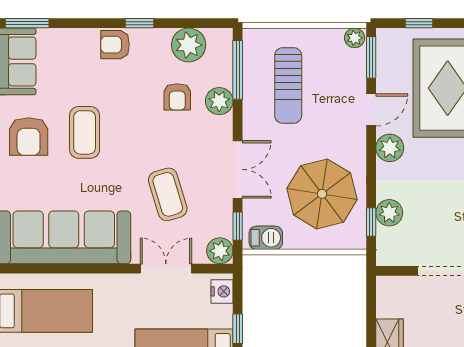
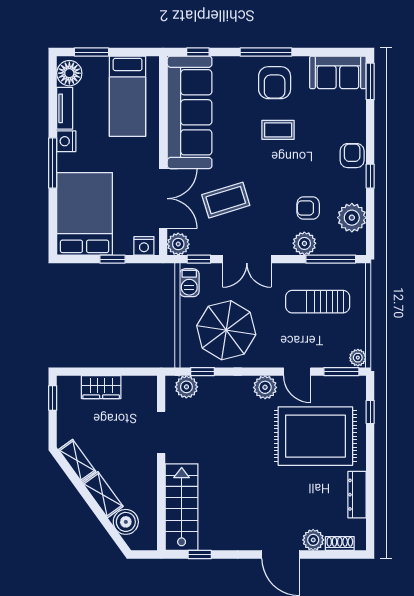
coffee table: (85, 132) -> (278, 130), width x0.73, depth x0.77
armchair: (29, 137) -> (275, 83), turned -90
plant: (389, 213) -> (186, 387), moved
double door: (166, 269) -> (163, 199), width x1.37

